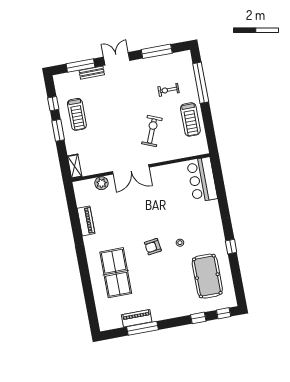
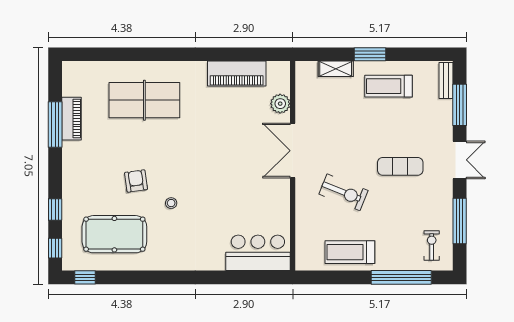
bench: (92, 73) -> (446, 80), moved
exercise bike: (168, 90) -> (432, 245), moved
exercise mat: (128, 97) -> (400, 166), added
window: (53, 104) -> (411, 54), removed
shelving: (75, 166) -> (336, 69), moved
piano: (86, 221) -> (237, 74), width x1.37, depth x1.33
armchair: (153, 247) -> (136, 181), moved
window: (231, 247) -> (85, 277), moved

